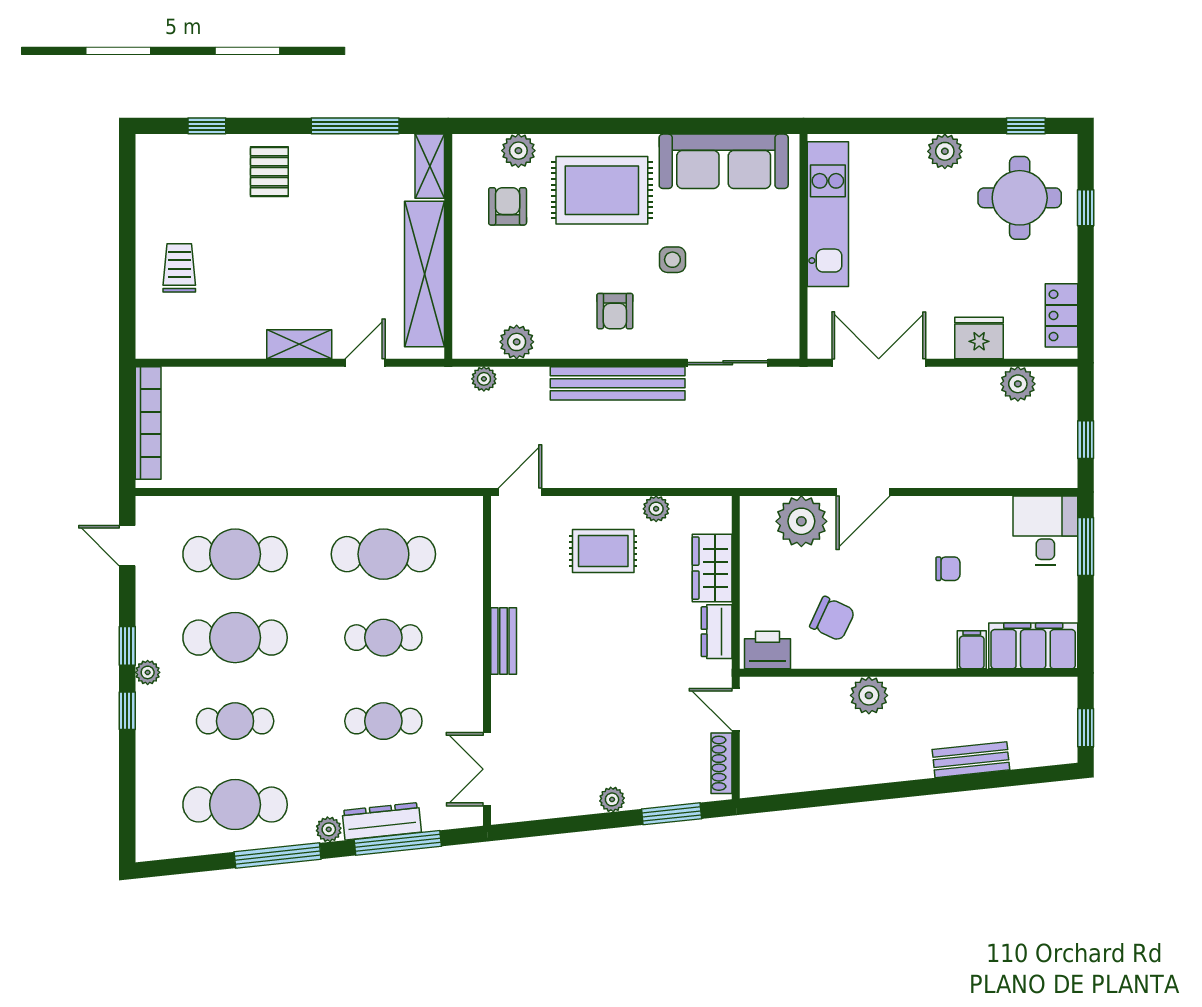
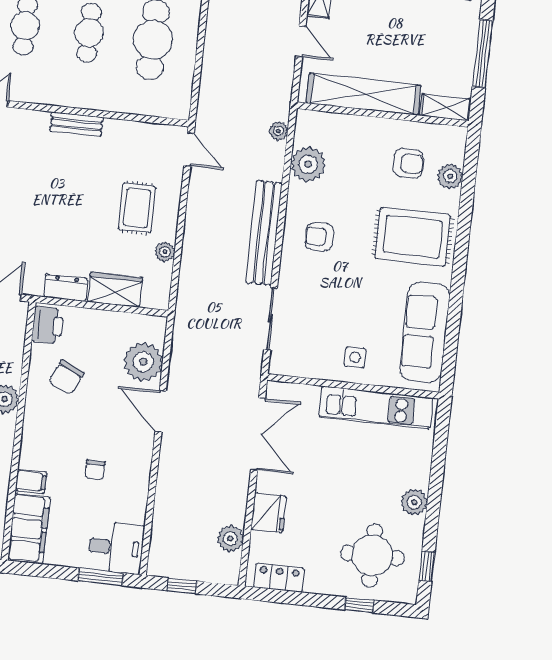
rug: (602, 190) -> (413, 237), turned 90
side table: (672, 260) -> (355, 357), moved
plant: (517, 342) -> (308, 164), width x1.36, depth x1.36

